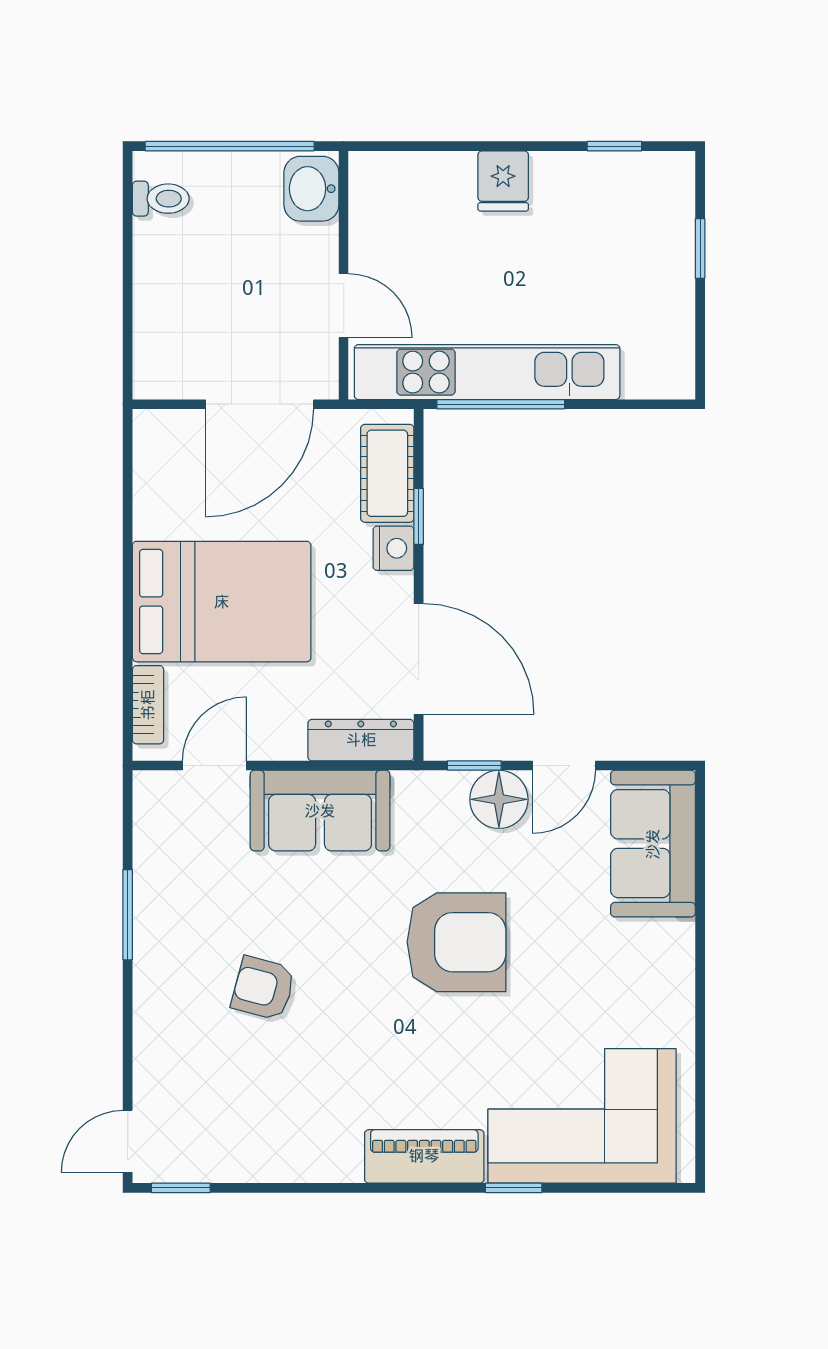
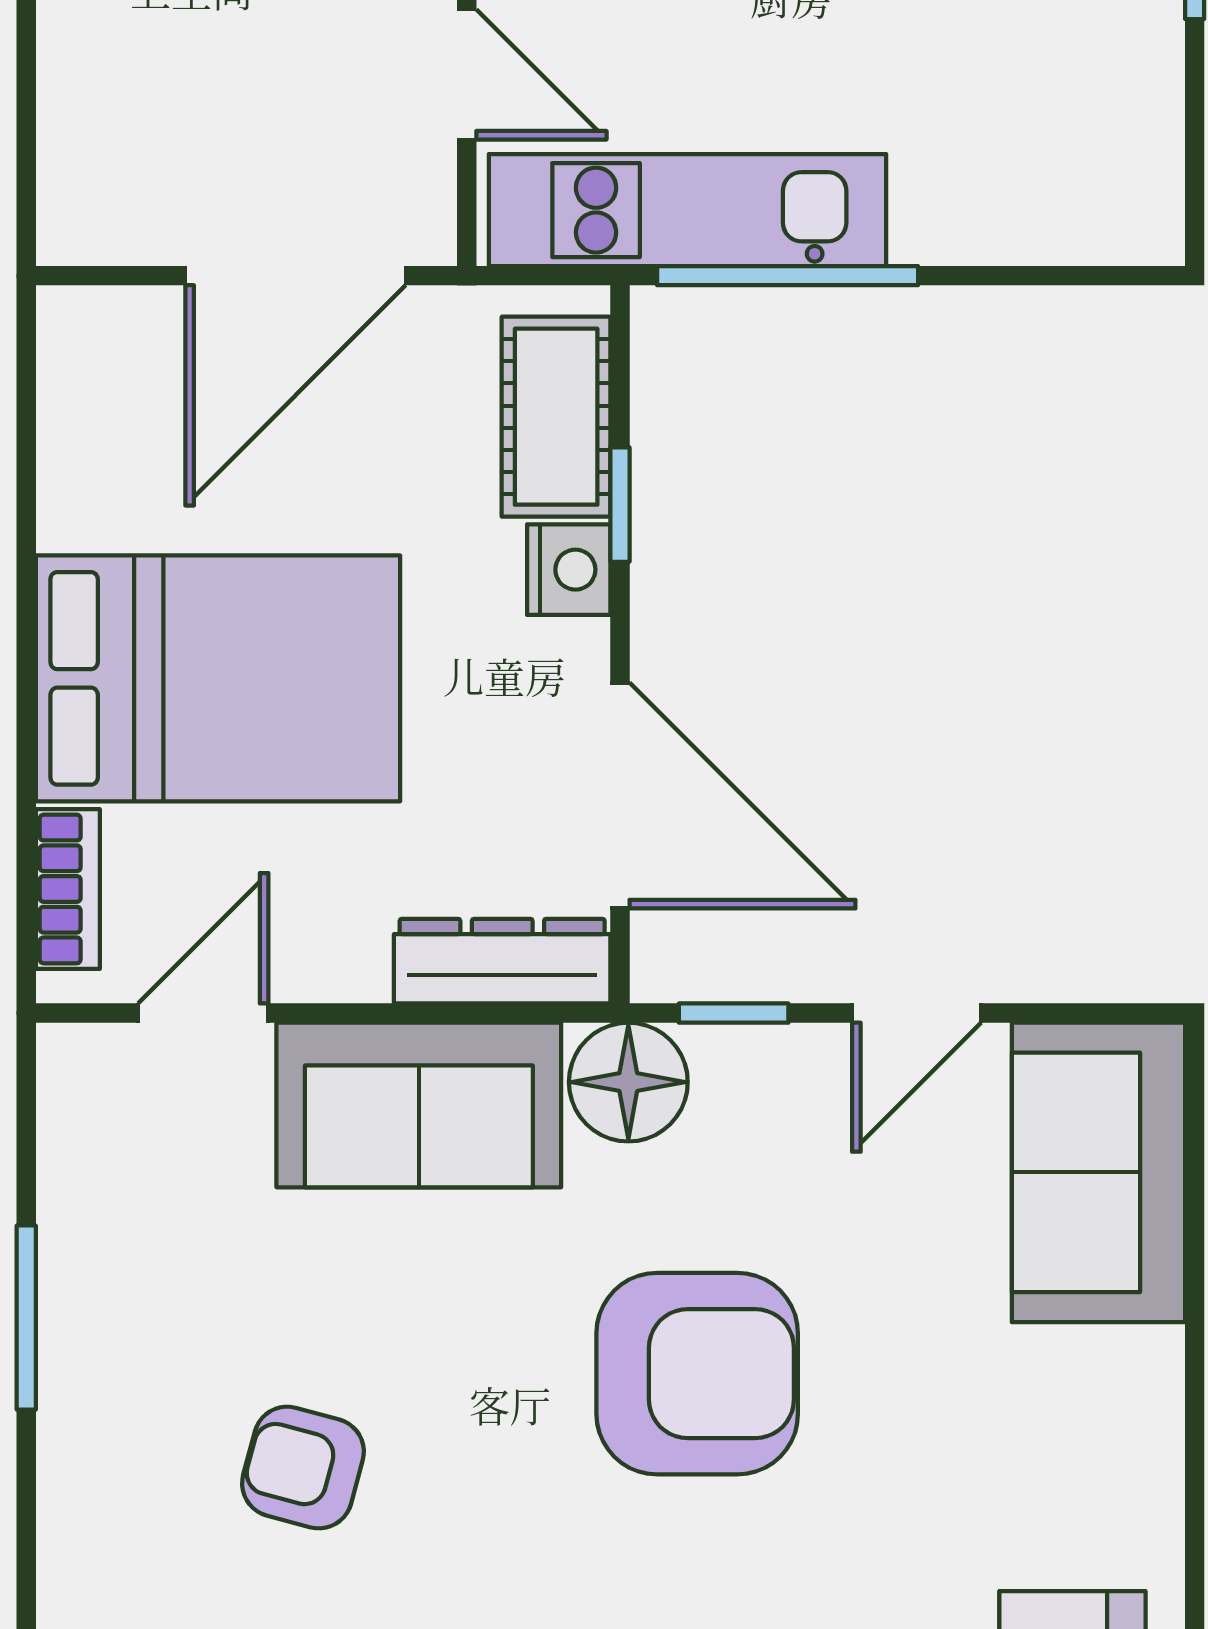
kitchen unit: (487, 372) -> (687, 210), width x0.73
floor lamp: (499, 799) -> (628, 1082), moved

